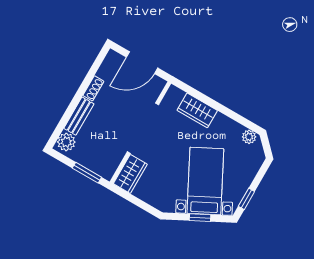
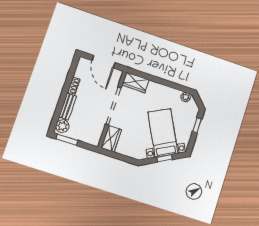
door: (142, 63) -> (104, 62), hinge flipped
wardrobe: (197, 110) -> (136, 82), moved
window: (87, 173) -> (67, 140), moved
window: (246, 199) -> (197, 125), moved

